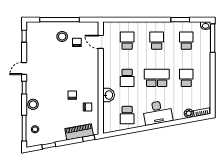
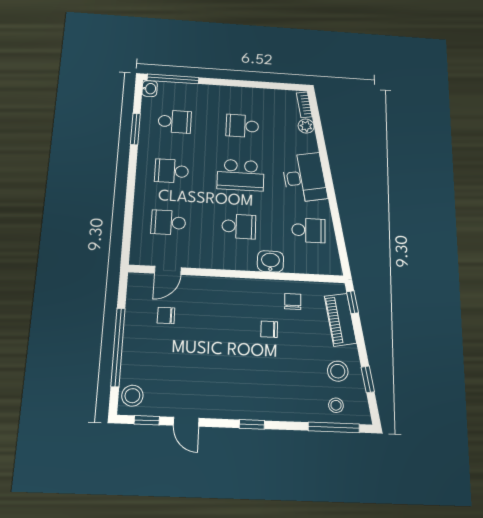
stool: (62, 37) -> (132, 396), moved
school desk: (186, 41) -> (175, 122), turned 180
door: (24, 68) -> (186, 422), moved
school desk: (157, 78) -> (241, 175), turned -90
stool: (33, 104) -> (338, 371), moved

